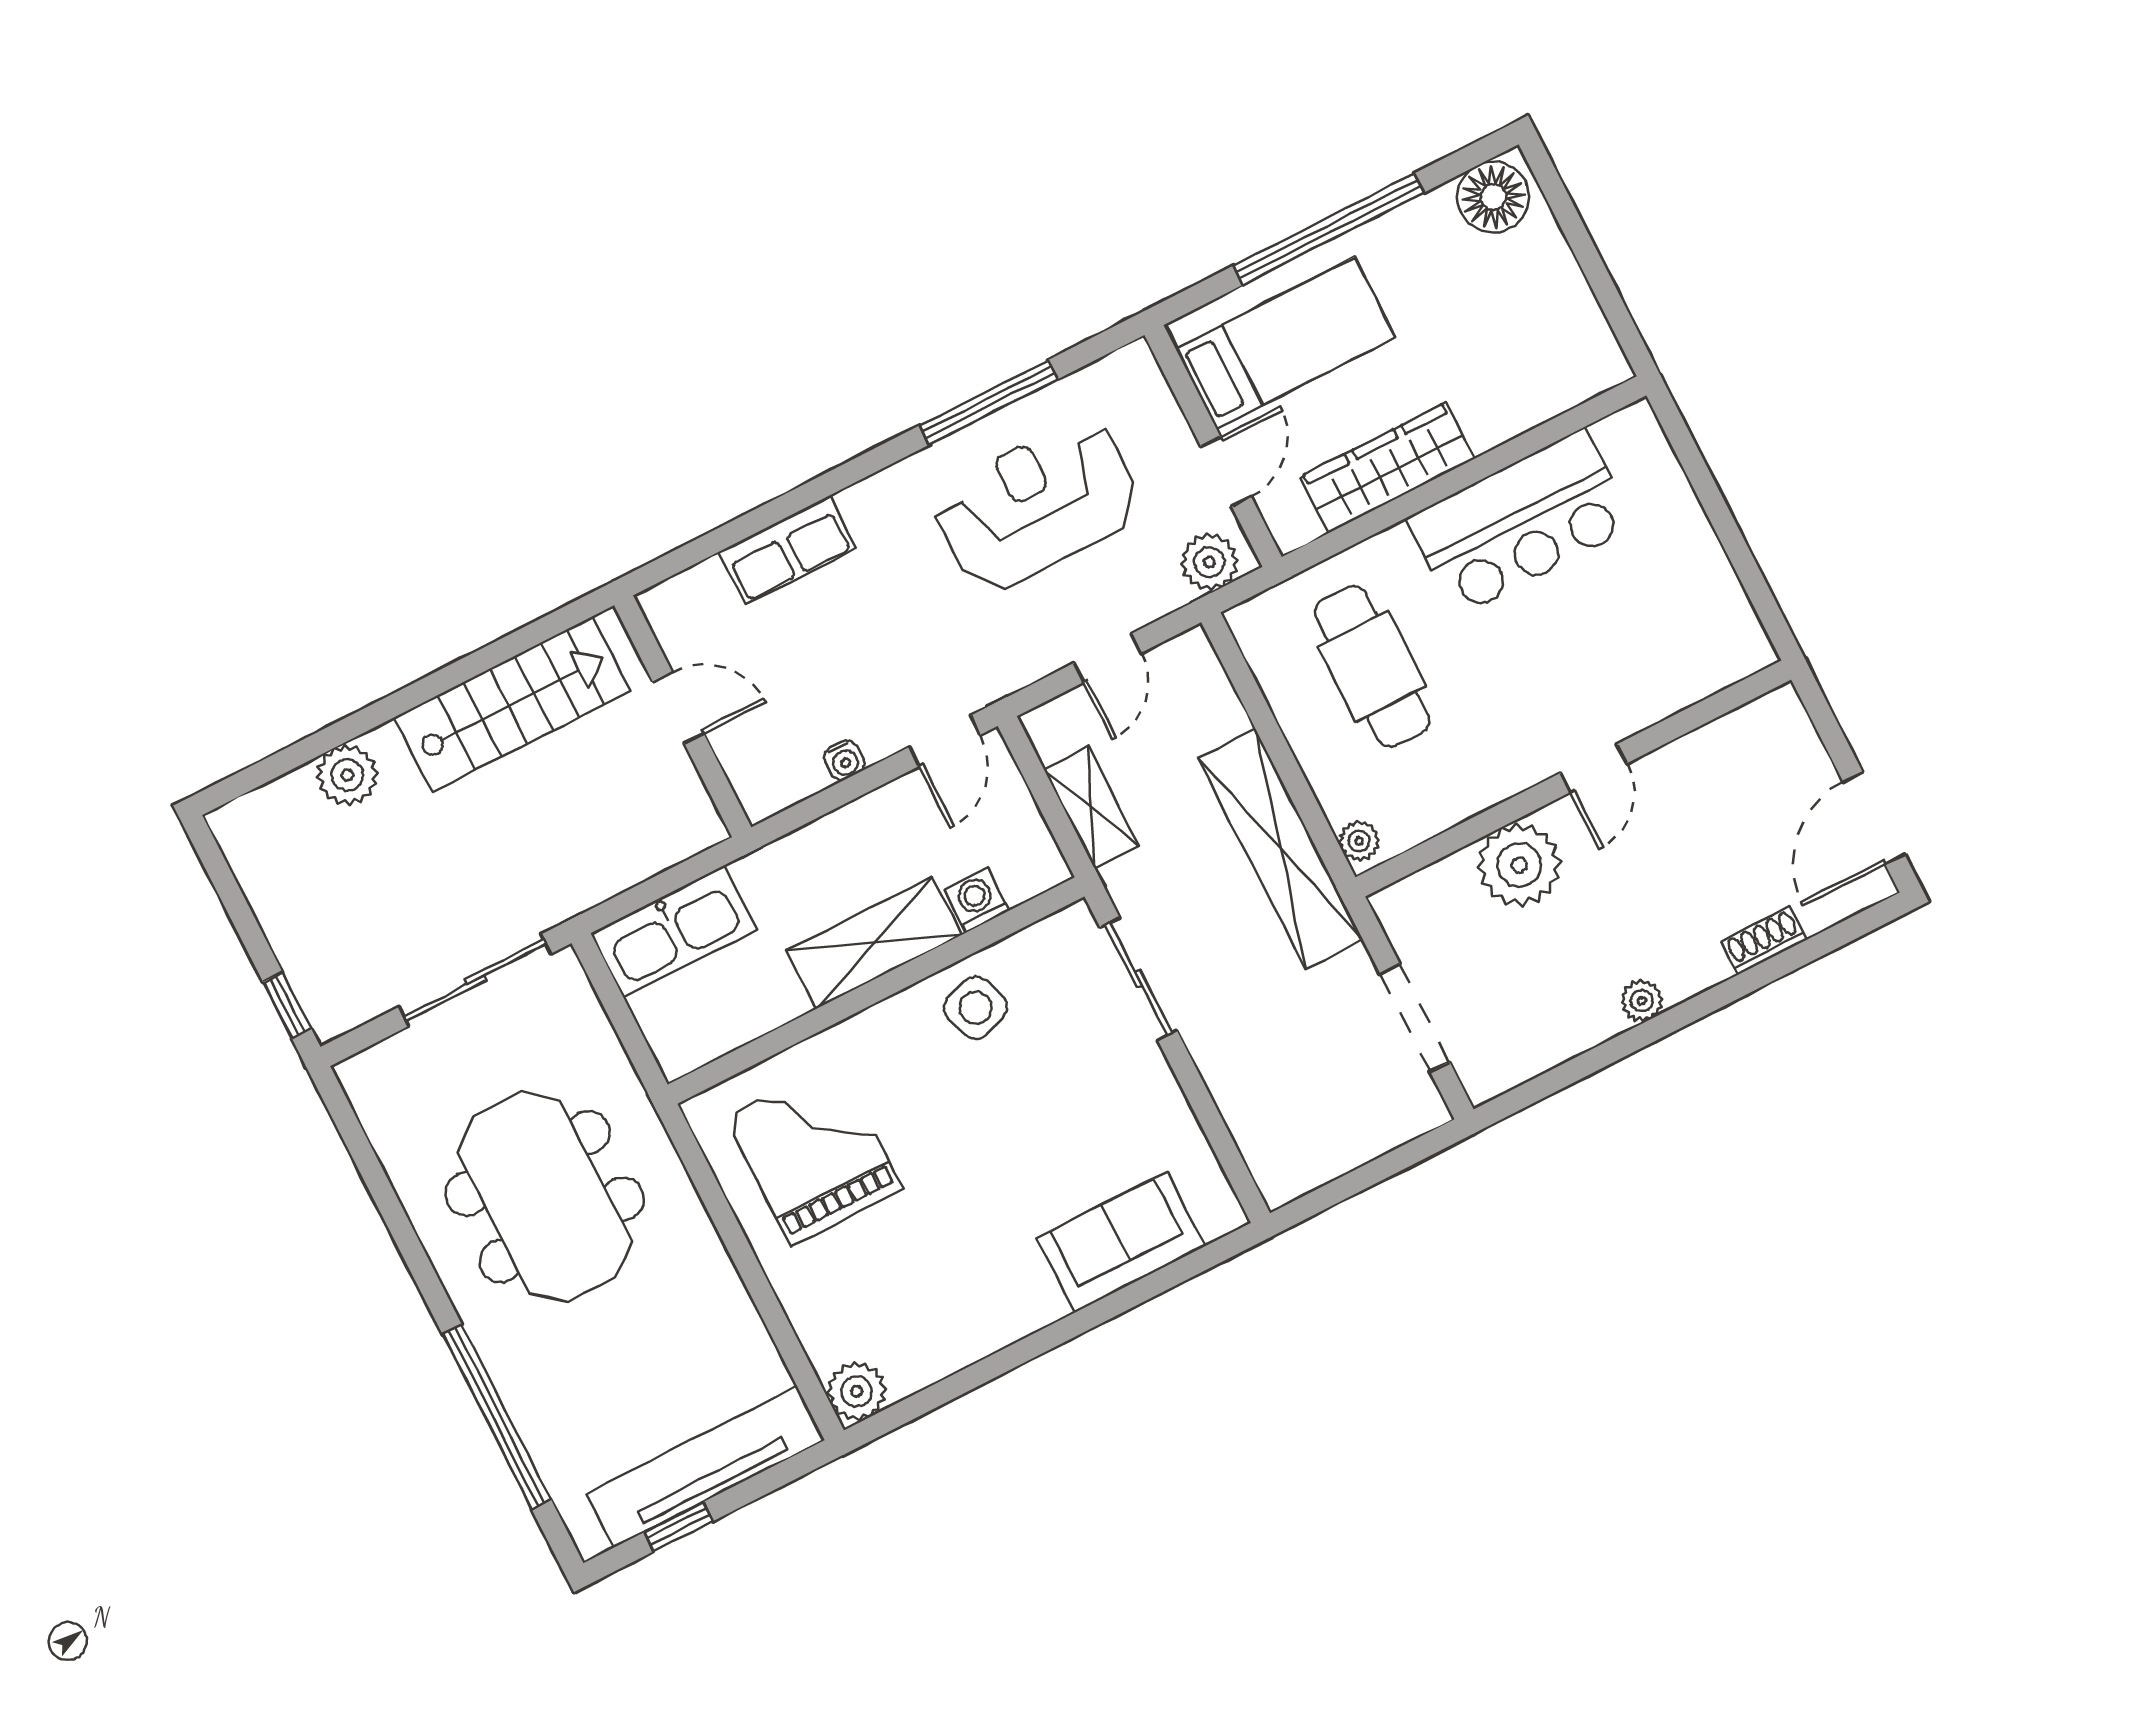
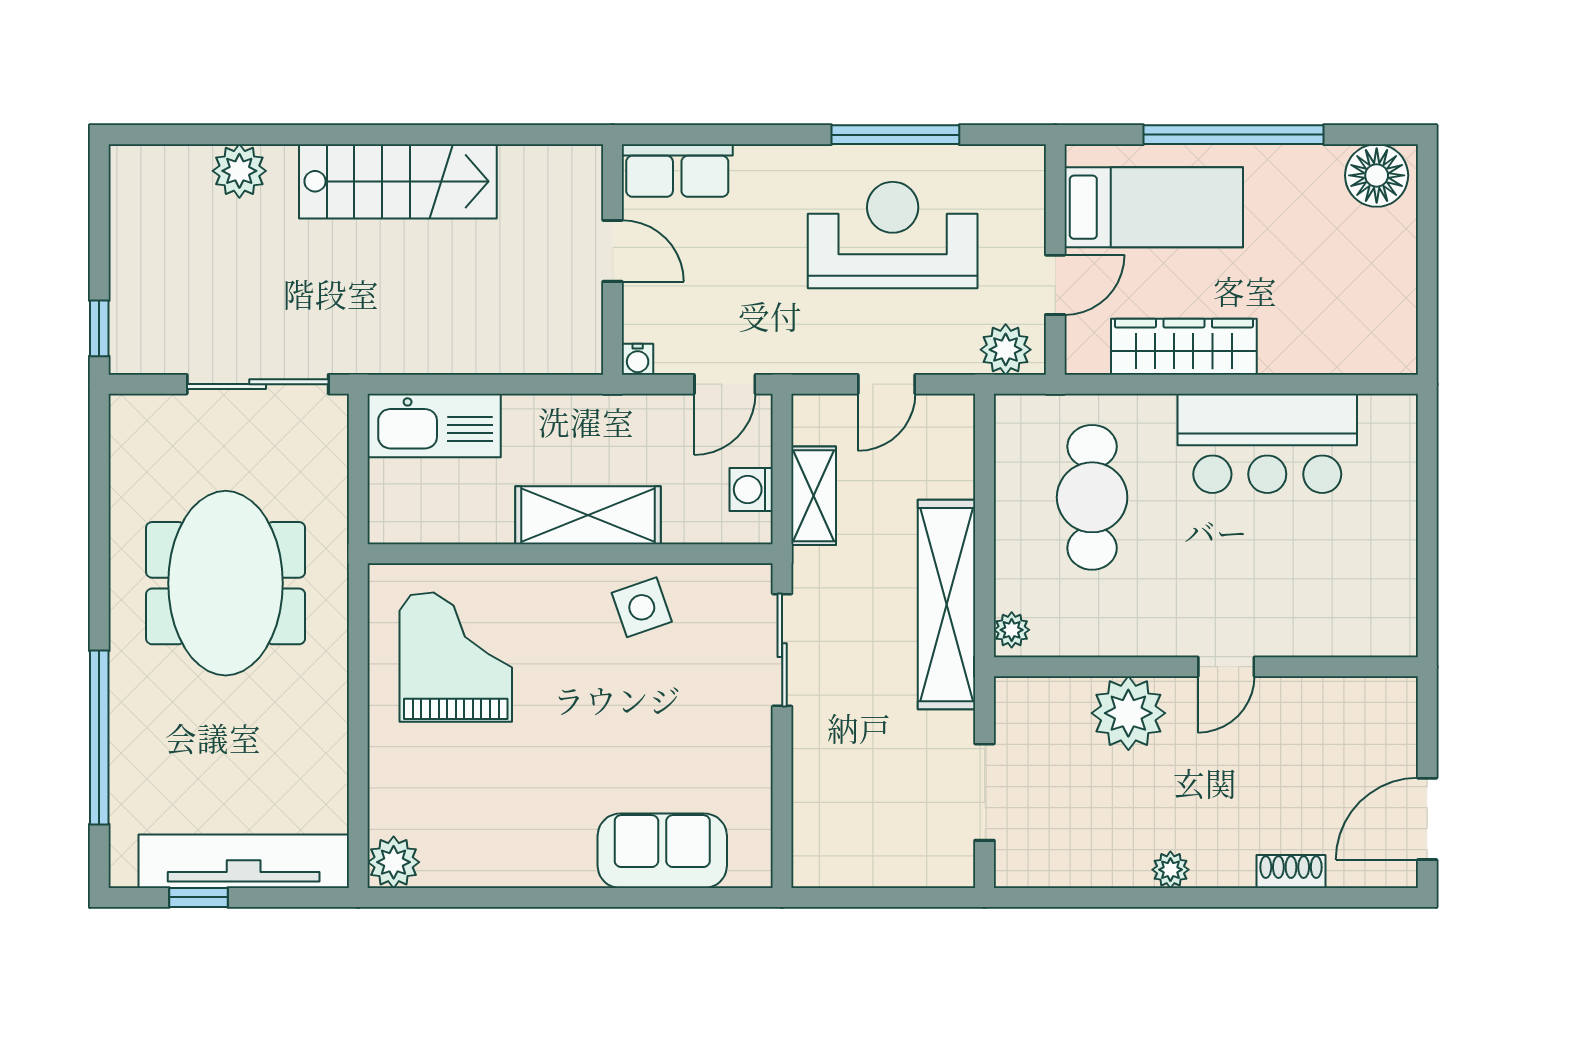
door: (678, 708) -> (613, 251), moved
wall: (683, 716) -> (613, 259), moved
washing machine: (977, 900) -> (751, 489), moved, turned -90

